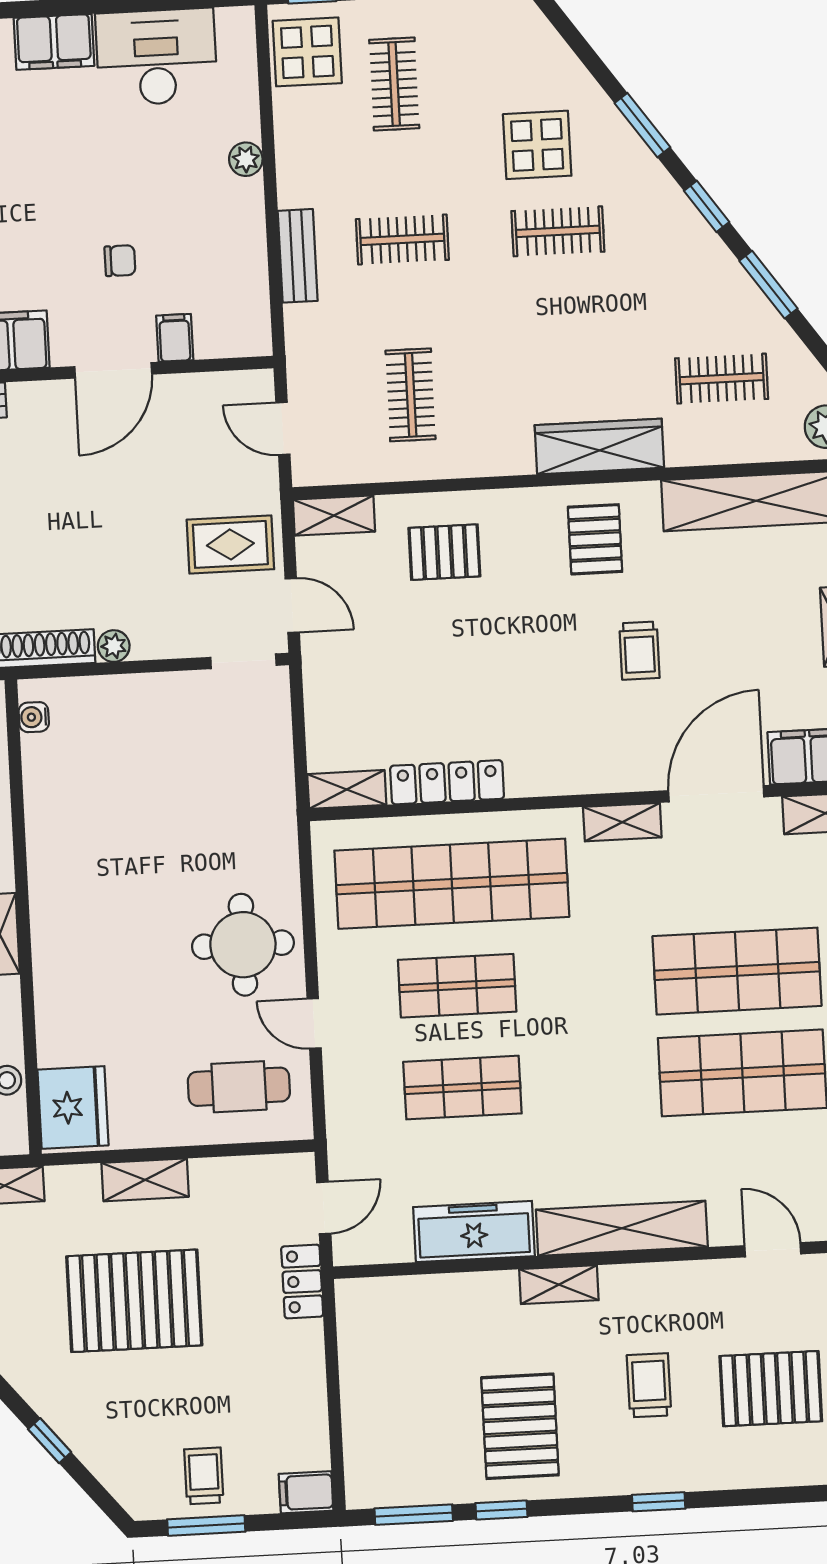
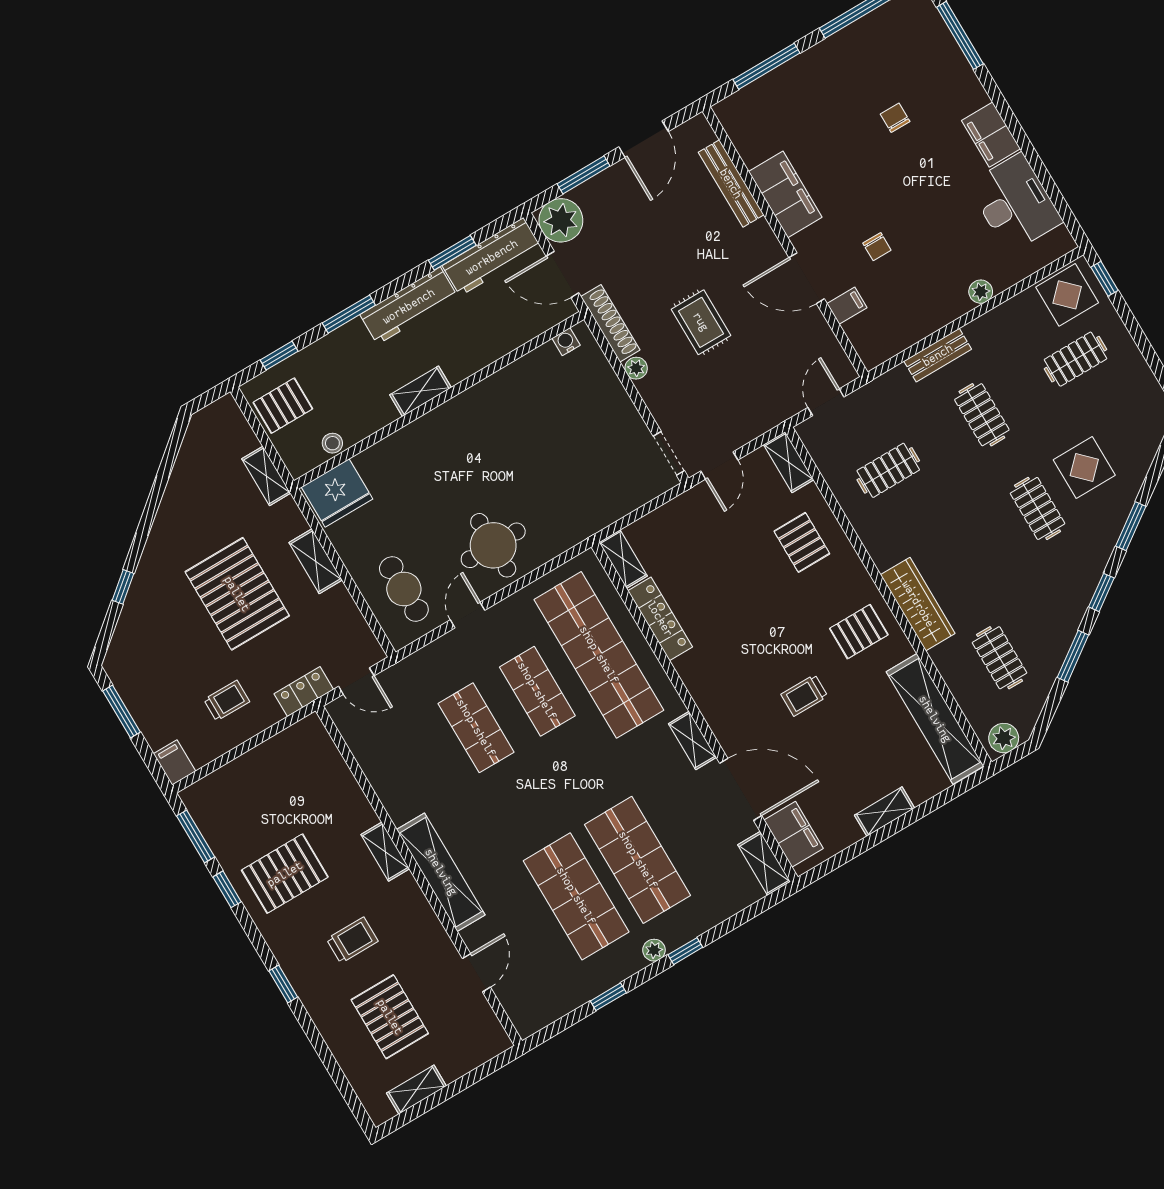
rug: (230, 544) -> (701, 322), moved
freezer: (474, 1232) -> (391, 782), removed
trolley: (204, 1476) -> (227, 701), moved

